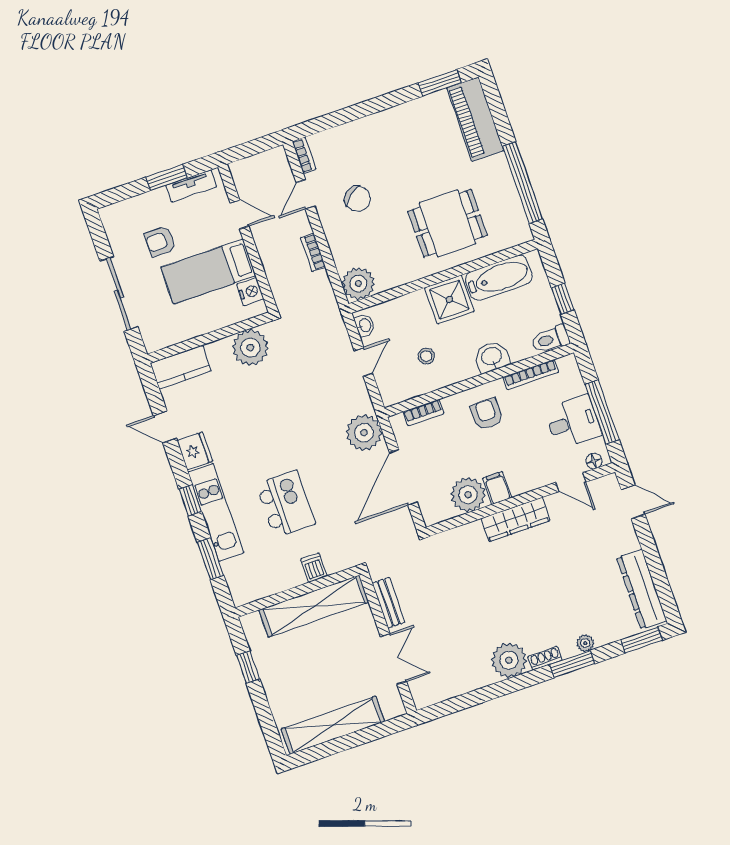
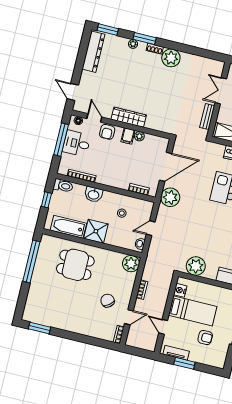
piano: (475, 119) -> (34, 302), removed
armchair: (487, 414) -> (107, 132), moved
plant: (468, 495) -> (139, 136), width x0.53, depth x0.53

